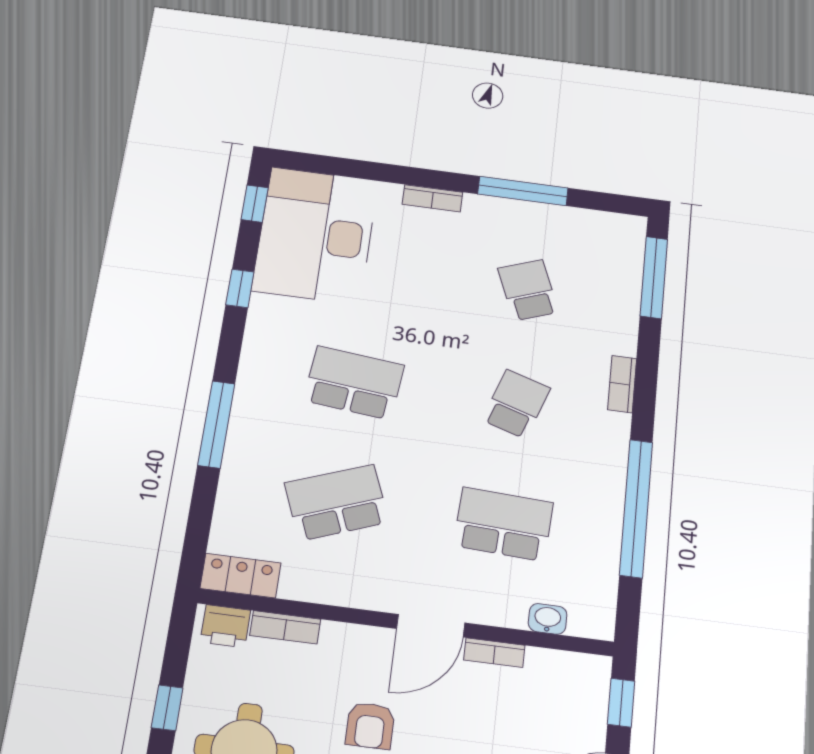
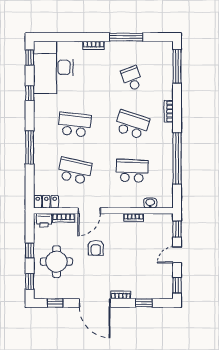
school desk: (516, 404) -> (132, 125), width x1.85
school desk: (337, 502) -> (75, 171), turned 33
door: (431, 626) -> (89, 211), moved

